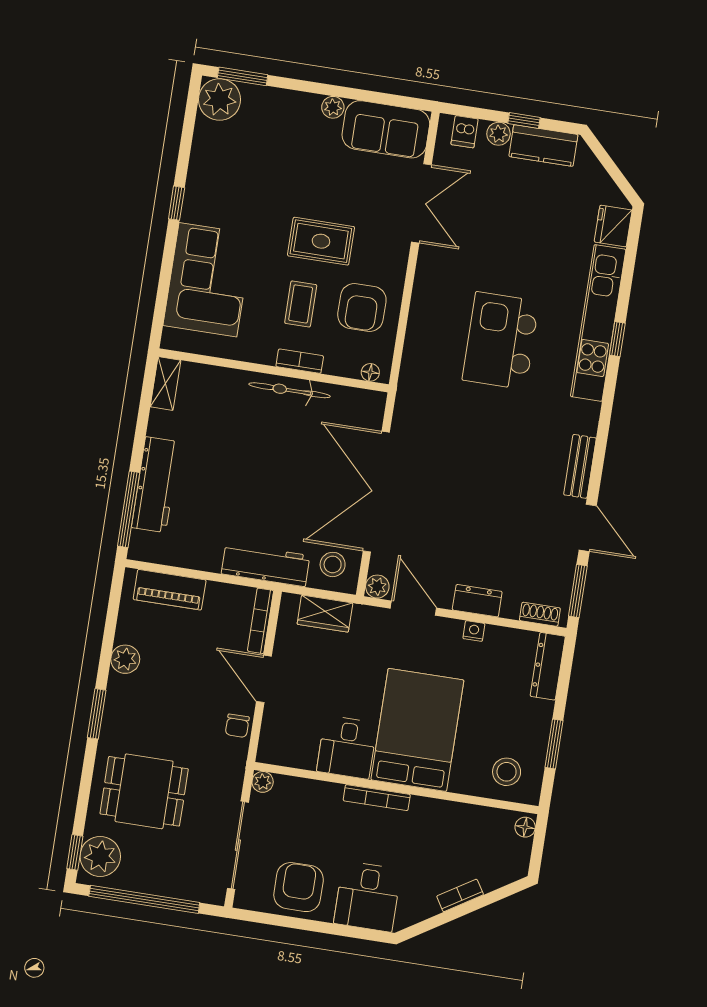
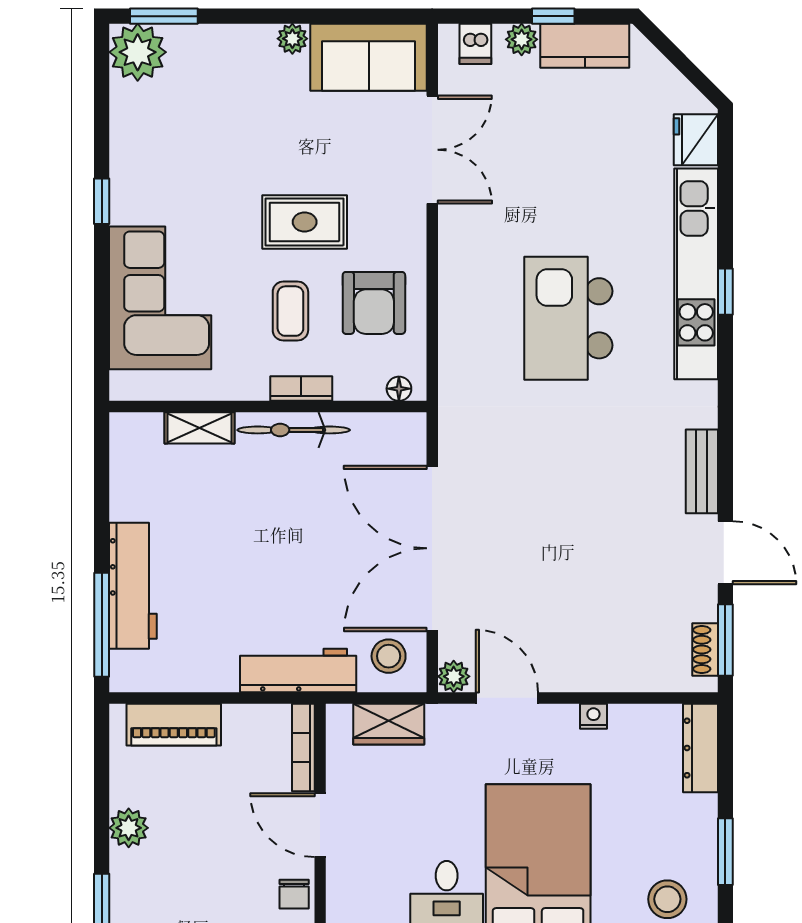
shelving: (166, 384) -> (199, 428), moved, turned 90
dresser: (477, 601) -> (592, 674), removed
shoe rack: (540, 614) -> (705, 649), moved, turned -90

